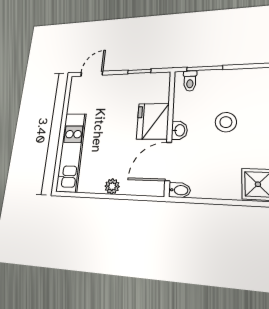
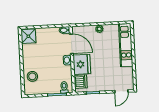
dishwasher: (159, 90) -> (81, 82), added
stool: (226, 122) -> (32, 76), moved
door: (168, 161) -> (71, 44), hinge flipped

